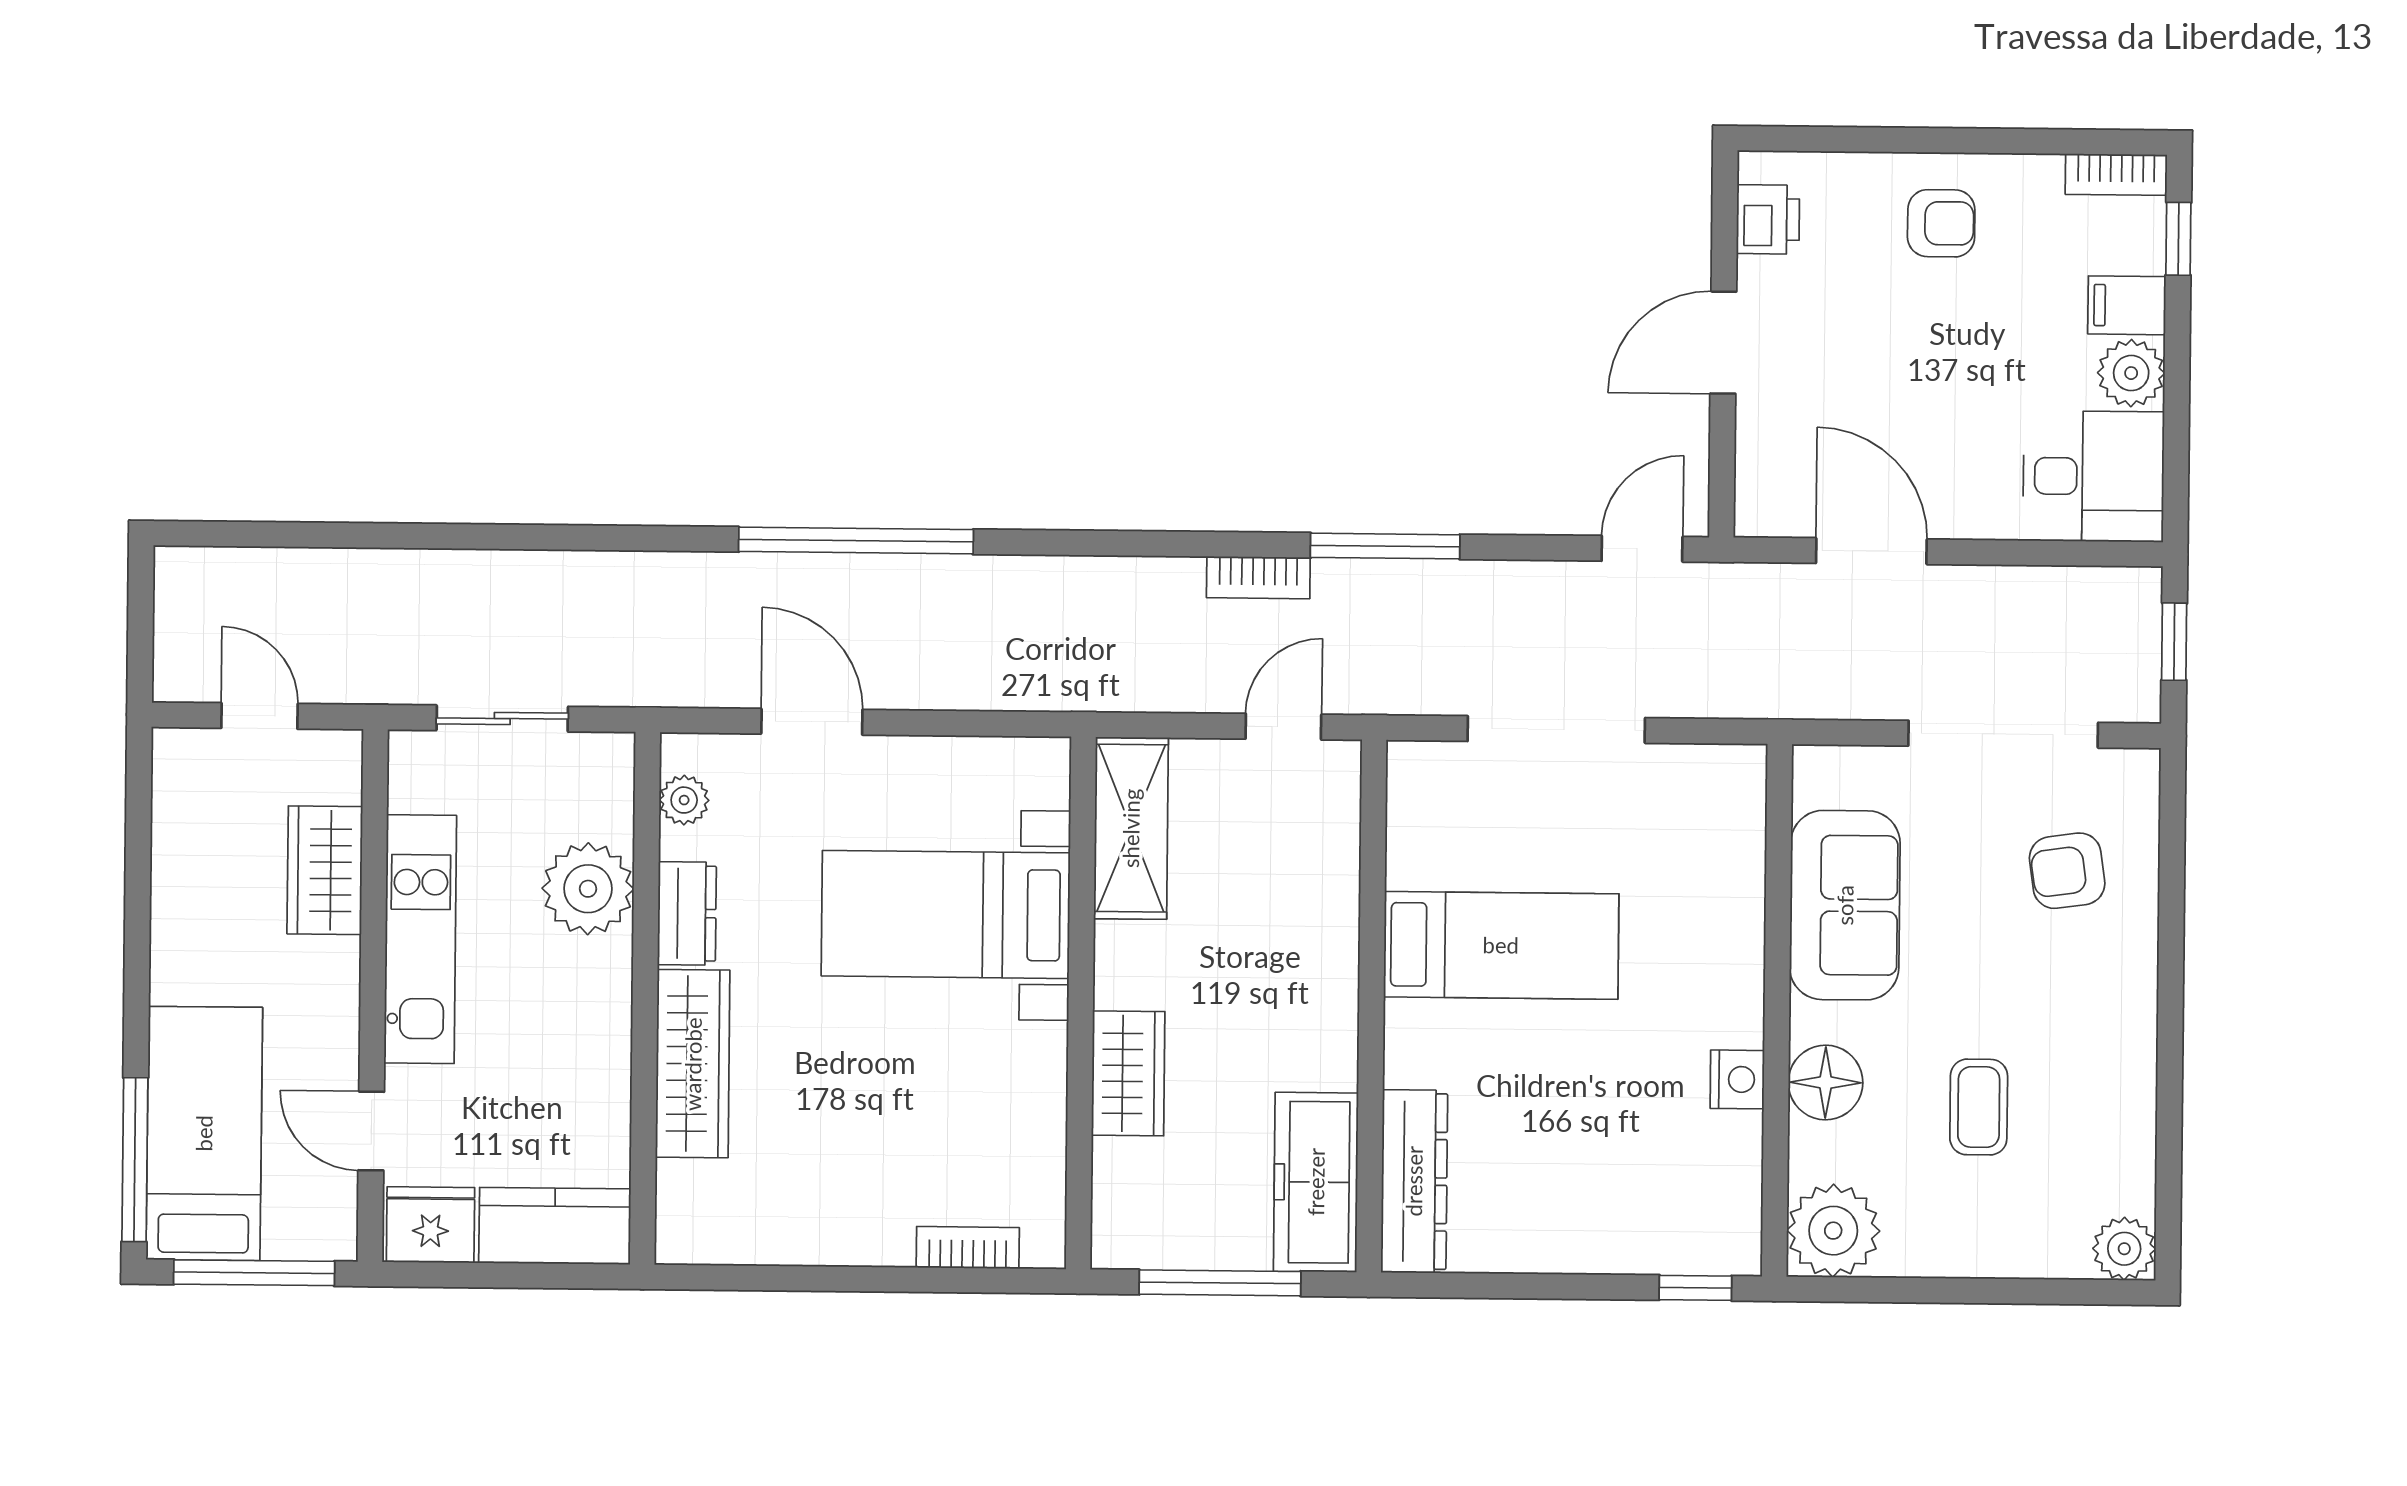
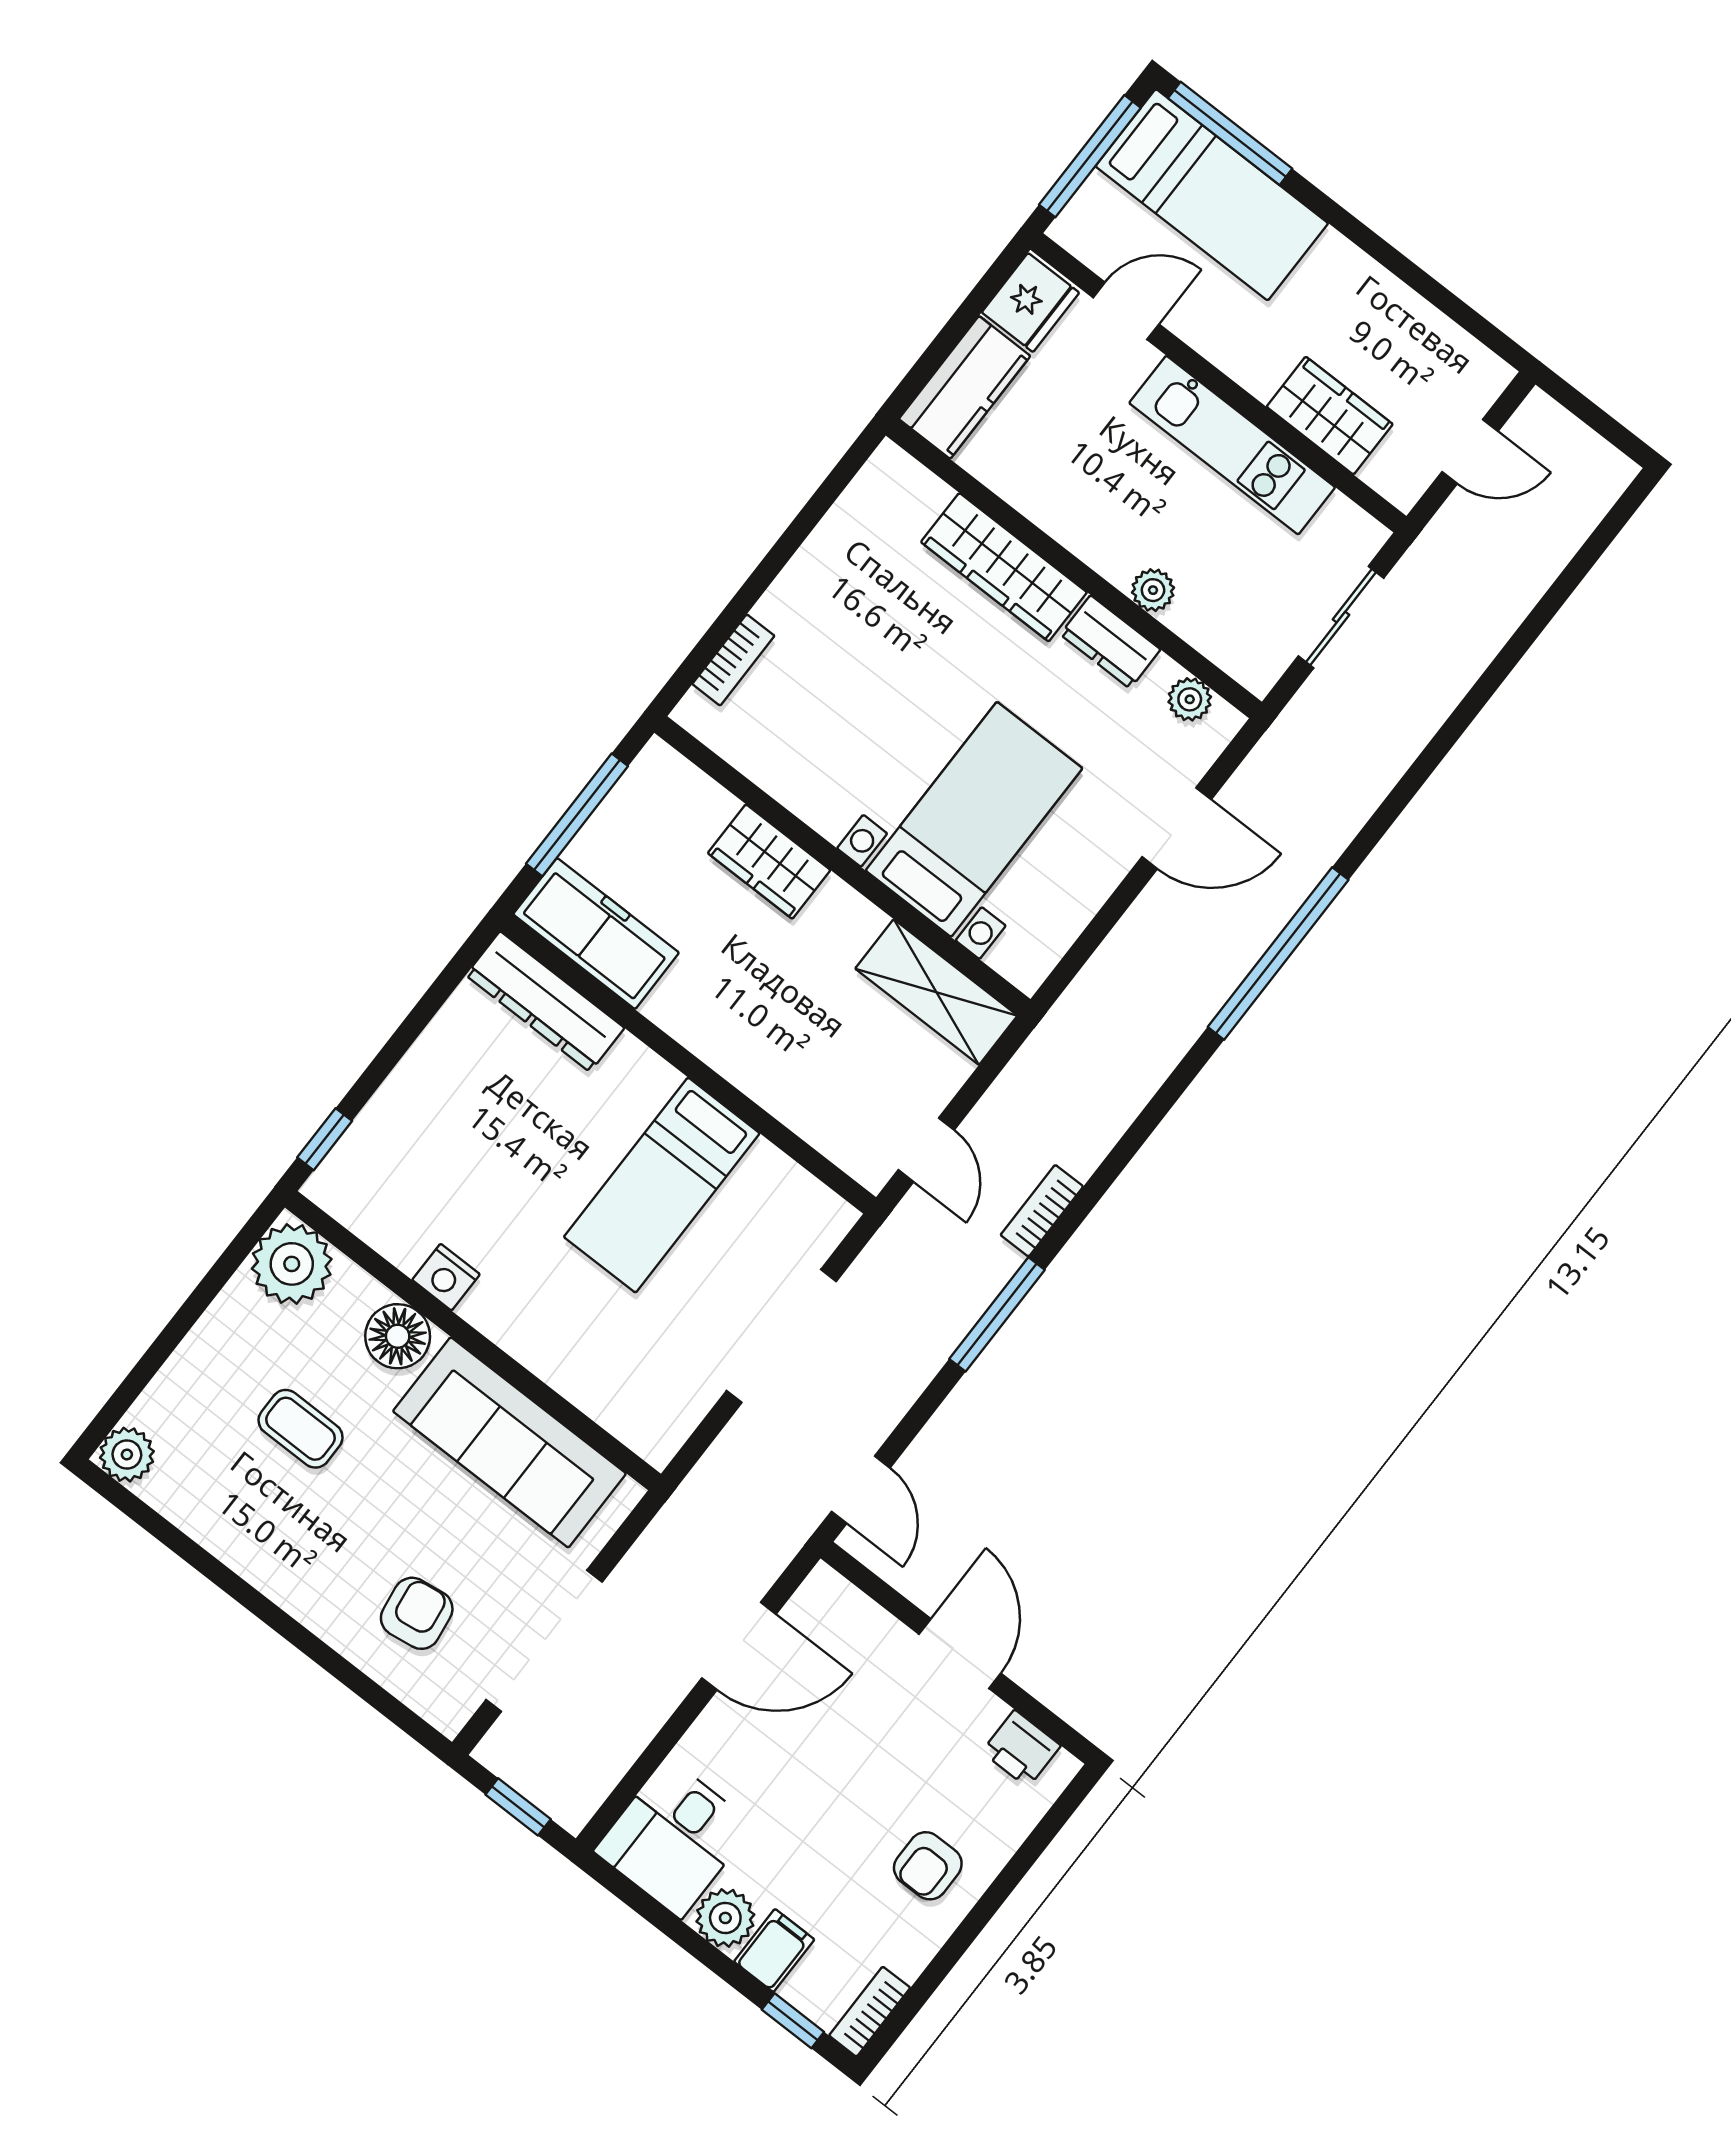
plant: (588, 889) -> (1153, 590), width x0.53, depth x0.53
sofa: (1845, 905) -> (509, 1442), width x1.36

